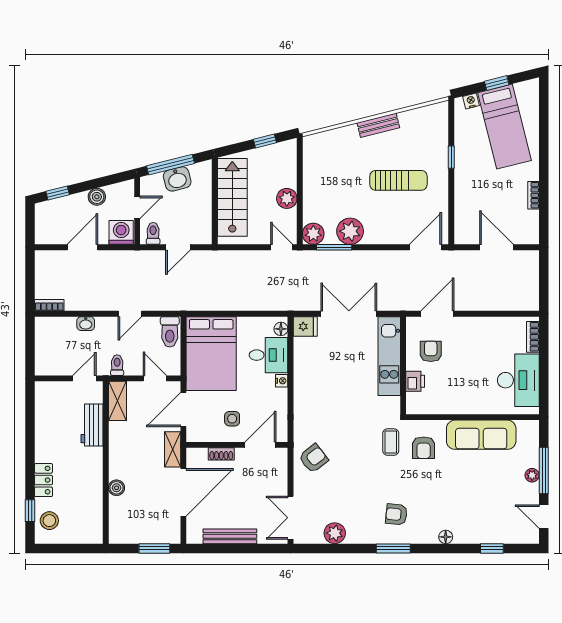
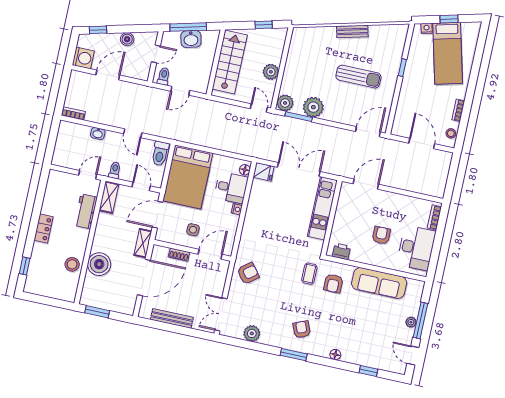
stool: (530, 226) -> (451, 133), added
washing machine: (121, 232) -> (83, 58), moved, turned 90
door: (130, 314) -> (133, 133), hinge flipped
armchair: (431, 351) -> (381, 235), moved
printer: (415, 381) -> (341, 251), moved, turned -90
locker: (44, 480) -> (44, 228), moved
boiler: (116, 488) -> (99, 264), width x1.86, depth x1.86
armchair: (396, 514) -> (302, 329), turned 62
stool: (49, 521) -> (72, 264), moved
window: (154, 548) -> (97, 312), moved

